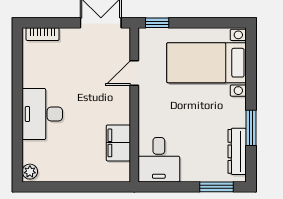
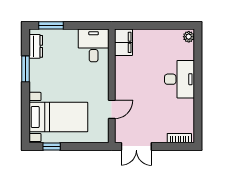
window: (157, 23) -> (52, 147), moved
filing cabinet: (118, 143) -> (123, 42), moved
dresser: (237, 151) -> (36, 46), width x0.70

